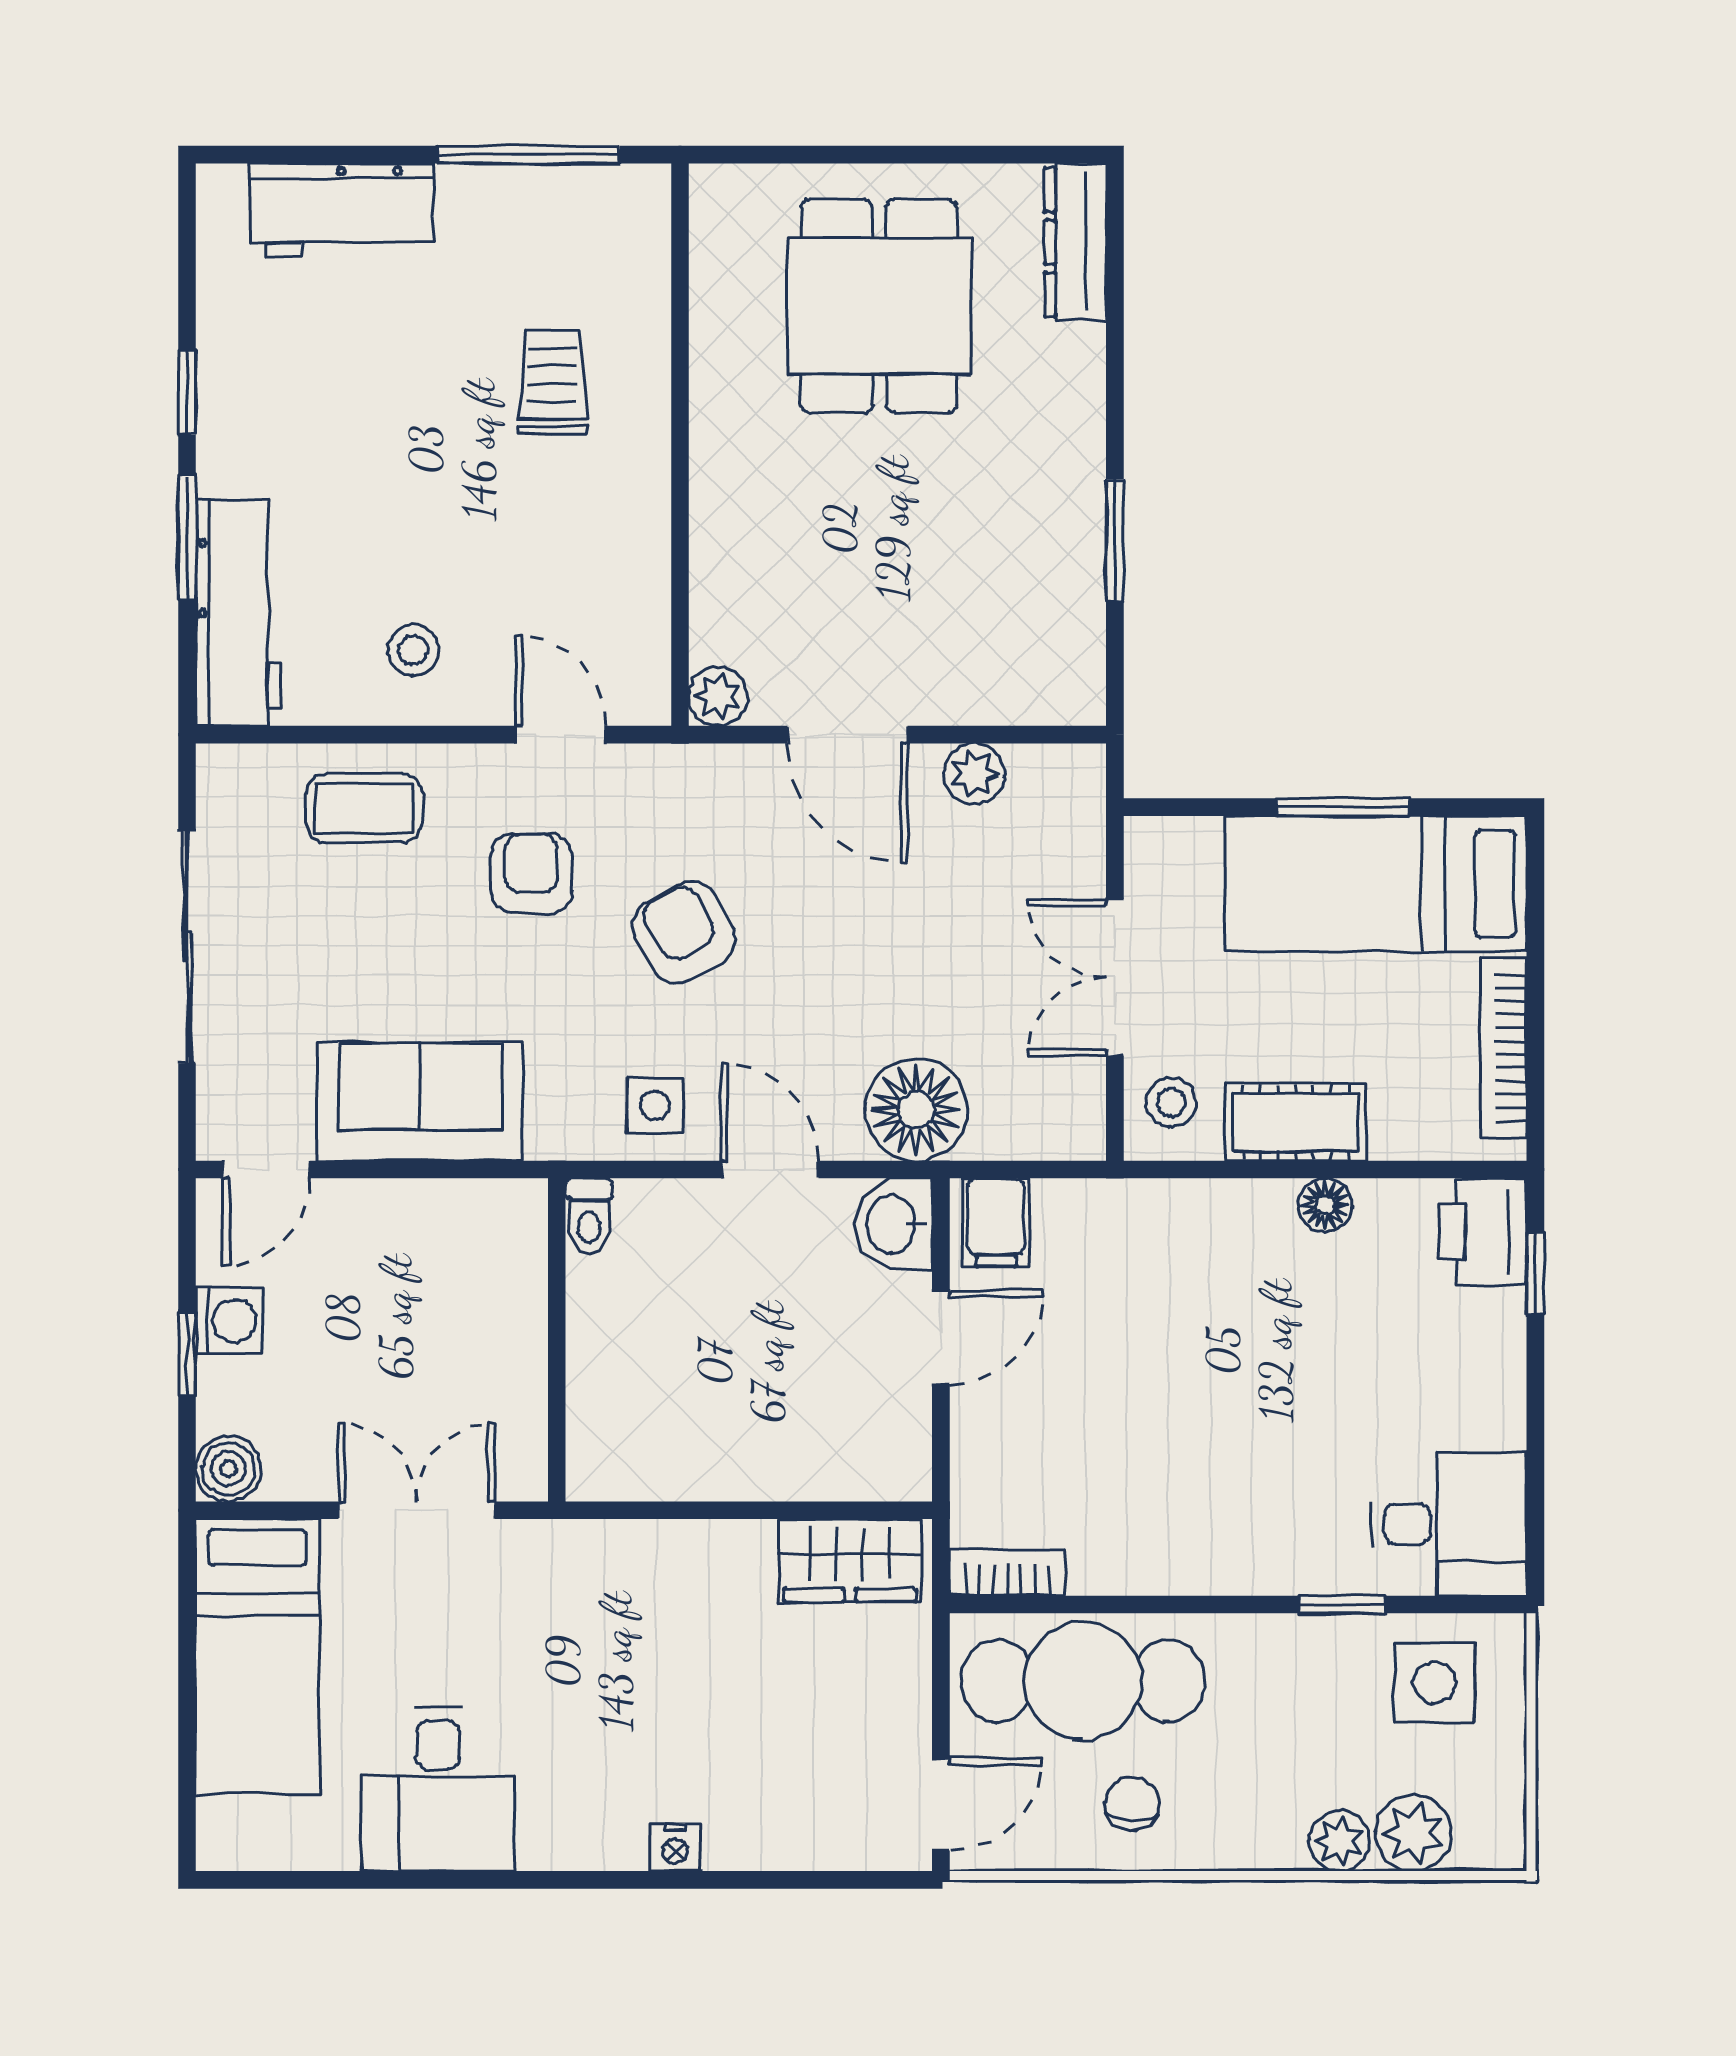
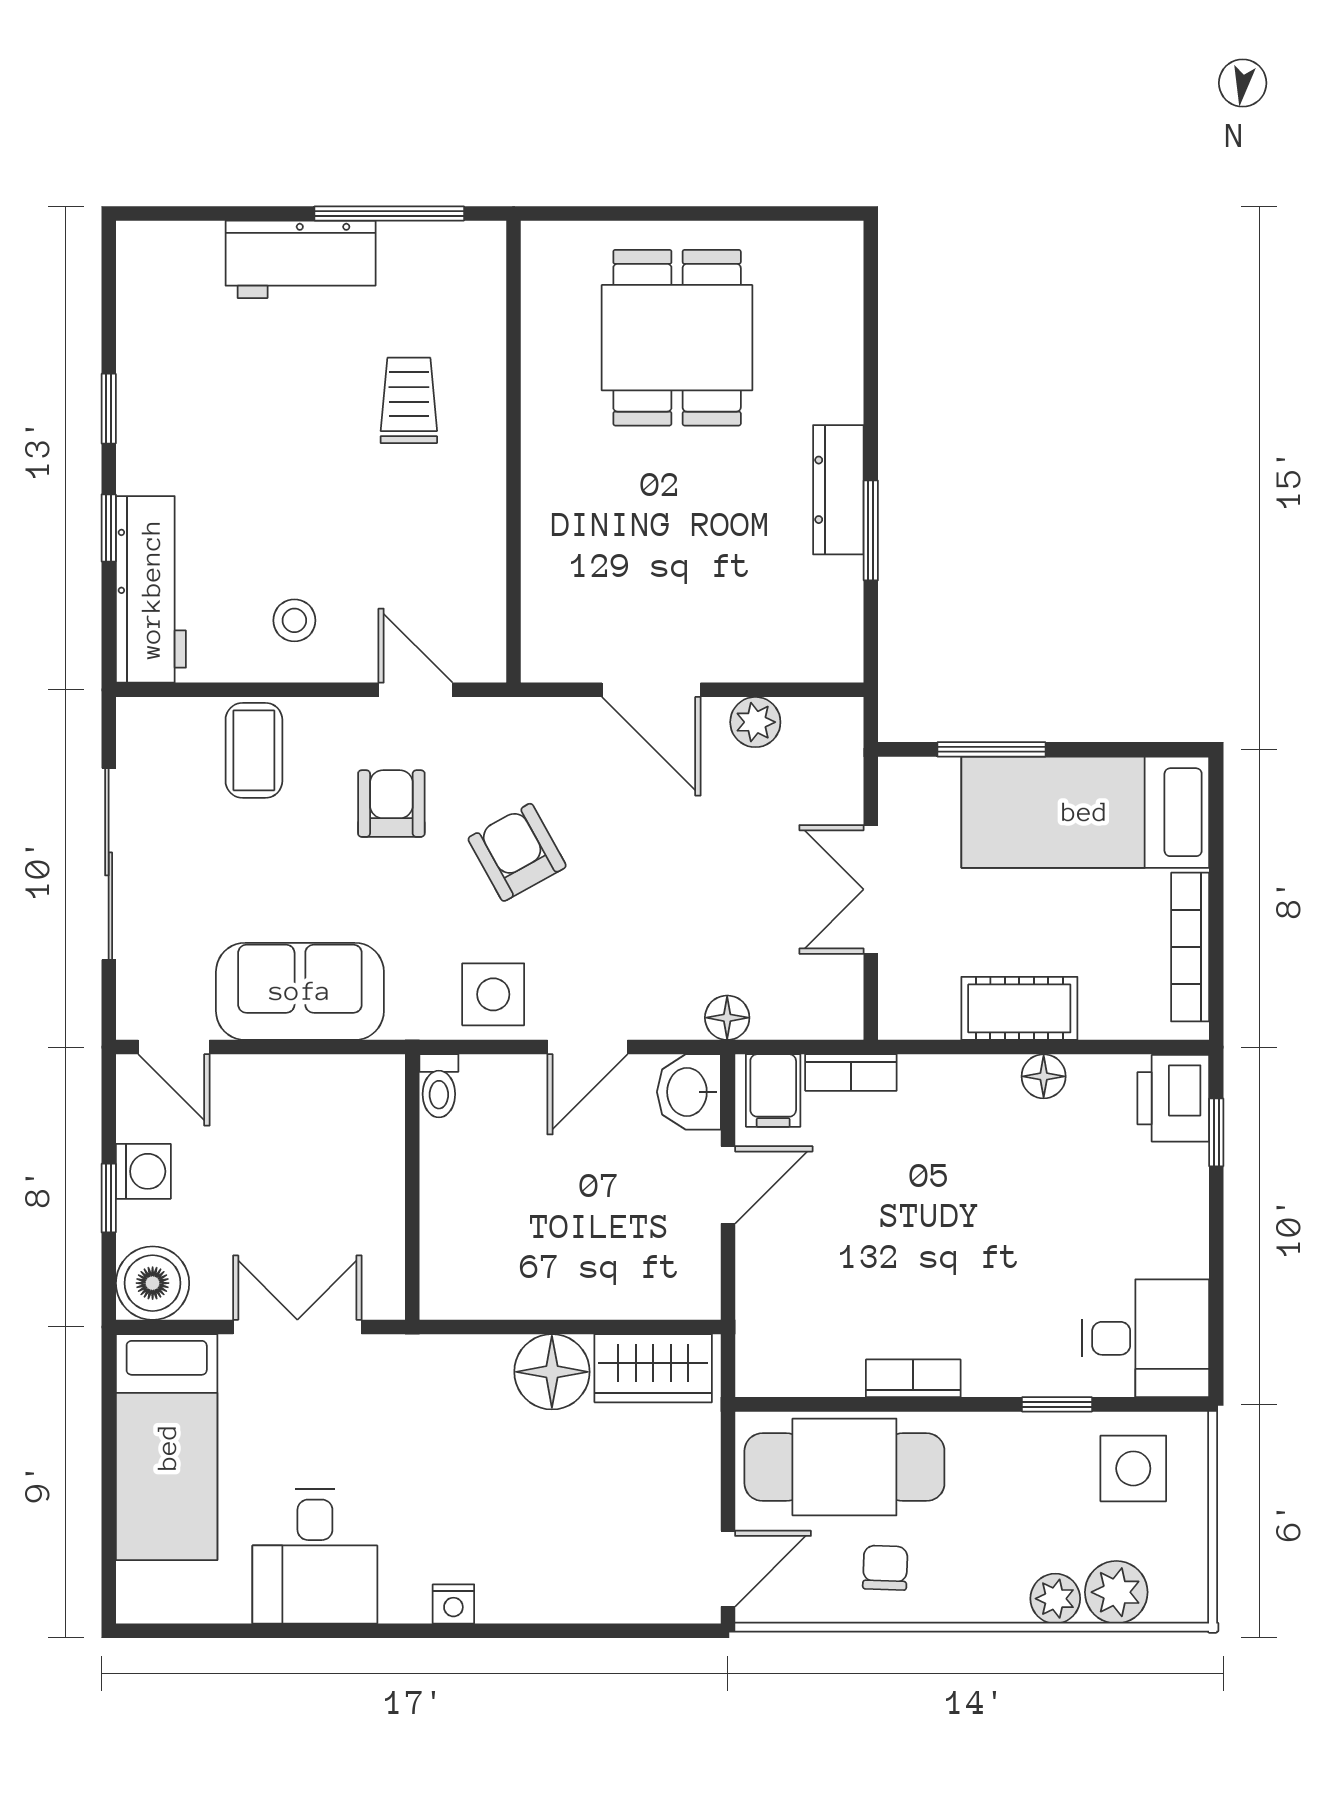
workbench: (342, 211) -> (301, 259), moved
dresser: (1075, 242) -> (838, 490), moved
window: (187, 538) -> (109, 528), width x0.67
plant: (718, 697) -> (545, 659), removed
window: (1343, 807) -> (991, 749), moved
coffee table: (364, 808) -> (254, 750), turned 90
stool: (1171, 1102) -> (917, 992), removed
side table: (655, 1105) -> (493, 994), width x1.37, depth x1.37
floor lamp: (916, 1110) -> (727, 1018), width x0.53, depth x0.53
door: (266, 1170) -> (174, 1047), hinge flipped
door: (770, 1170) -> (587, 1047), swing flipped
bookcase: (1091, 1201) -> (851, 1073), added
boiler: (228, 1469) -> (153, 1283), width x1.36, depth x1.36
floor lamp: (727, 1565) -> (552, 1372), added
bookcase: (1007, 1573) -> (913, 1378), moved
nightstand: (675, 1847) -> (453, 1604), moved

